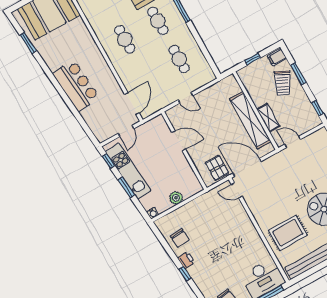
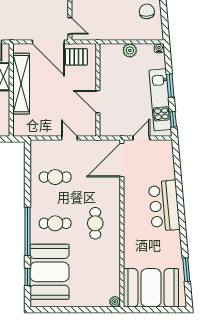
cafe table: (158, 21) -> (55, 223), turned 90
cafe table: (179, 59) -> (55, 177), turned 90
door: (132, 104) -> (122, 160), width x1.36
pallet: (217, 168) -> (76, 57), turned 90

